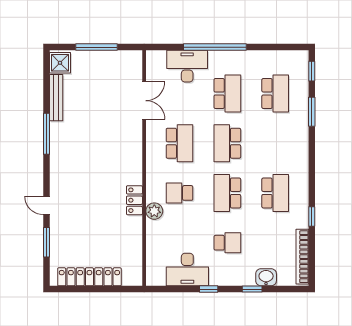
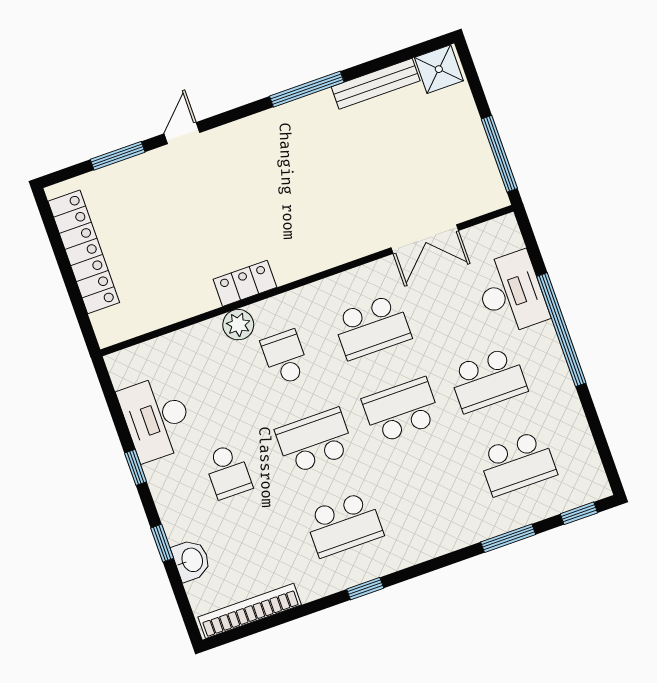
window: (96, 47) -> (499, 154), moved
window: (312, 217) -> (365, 589), moved

